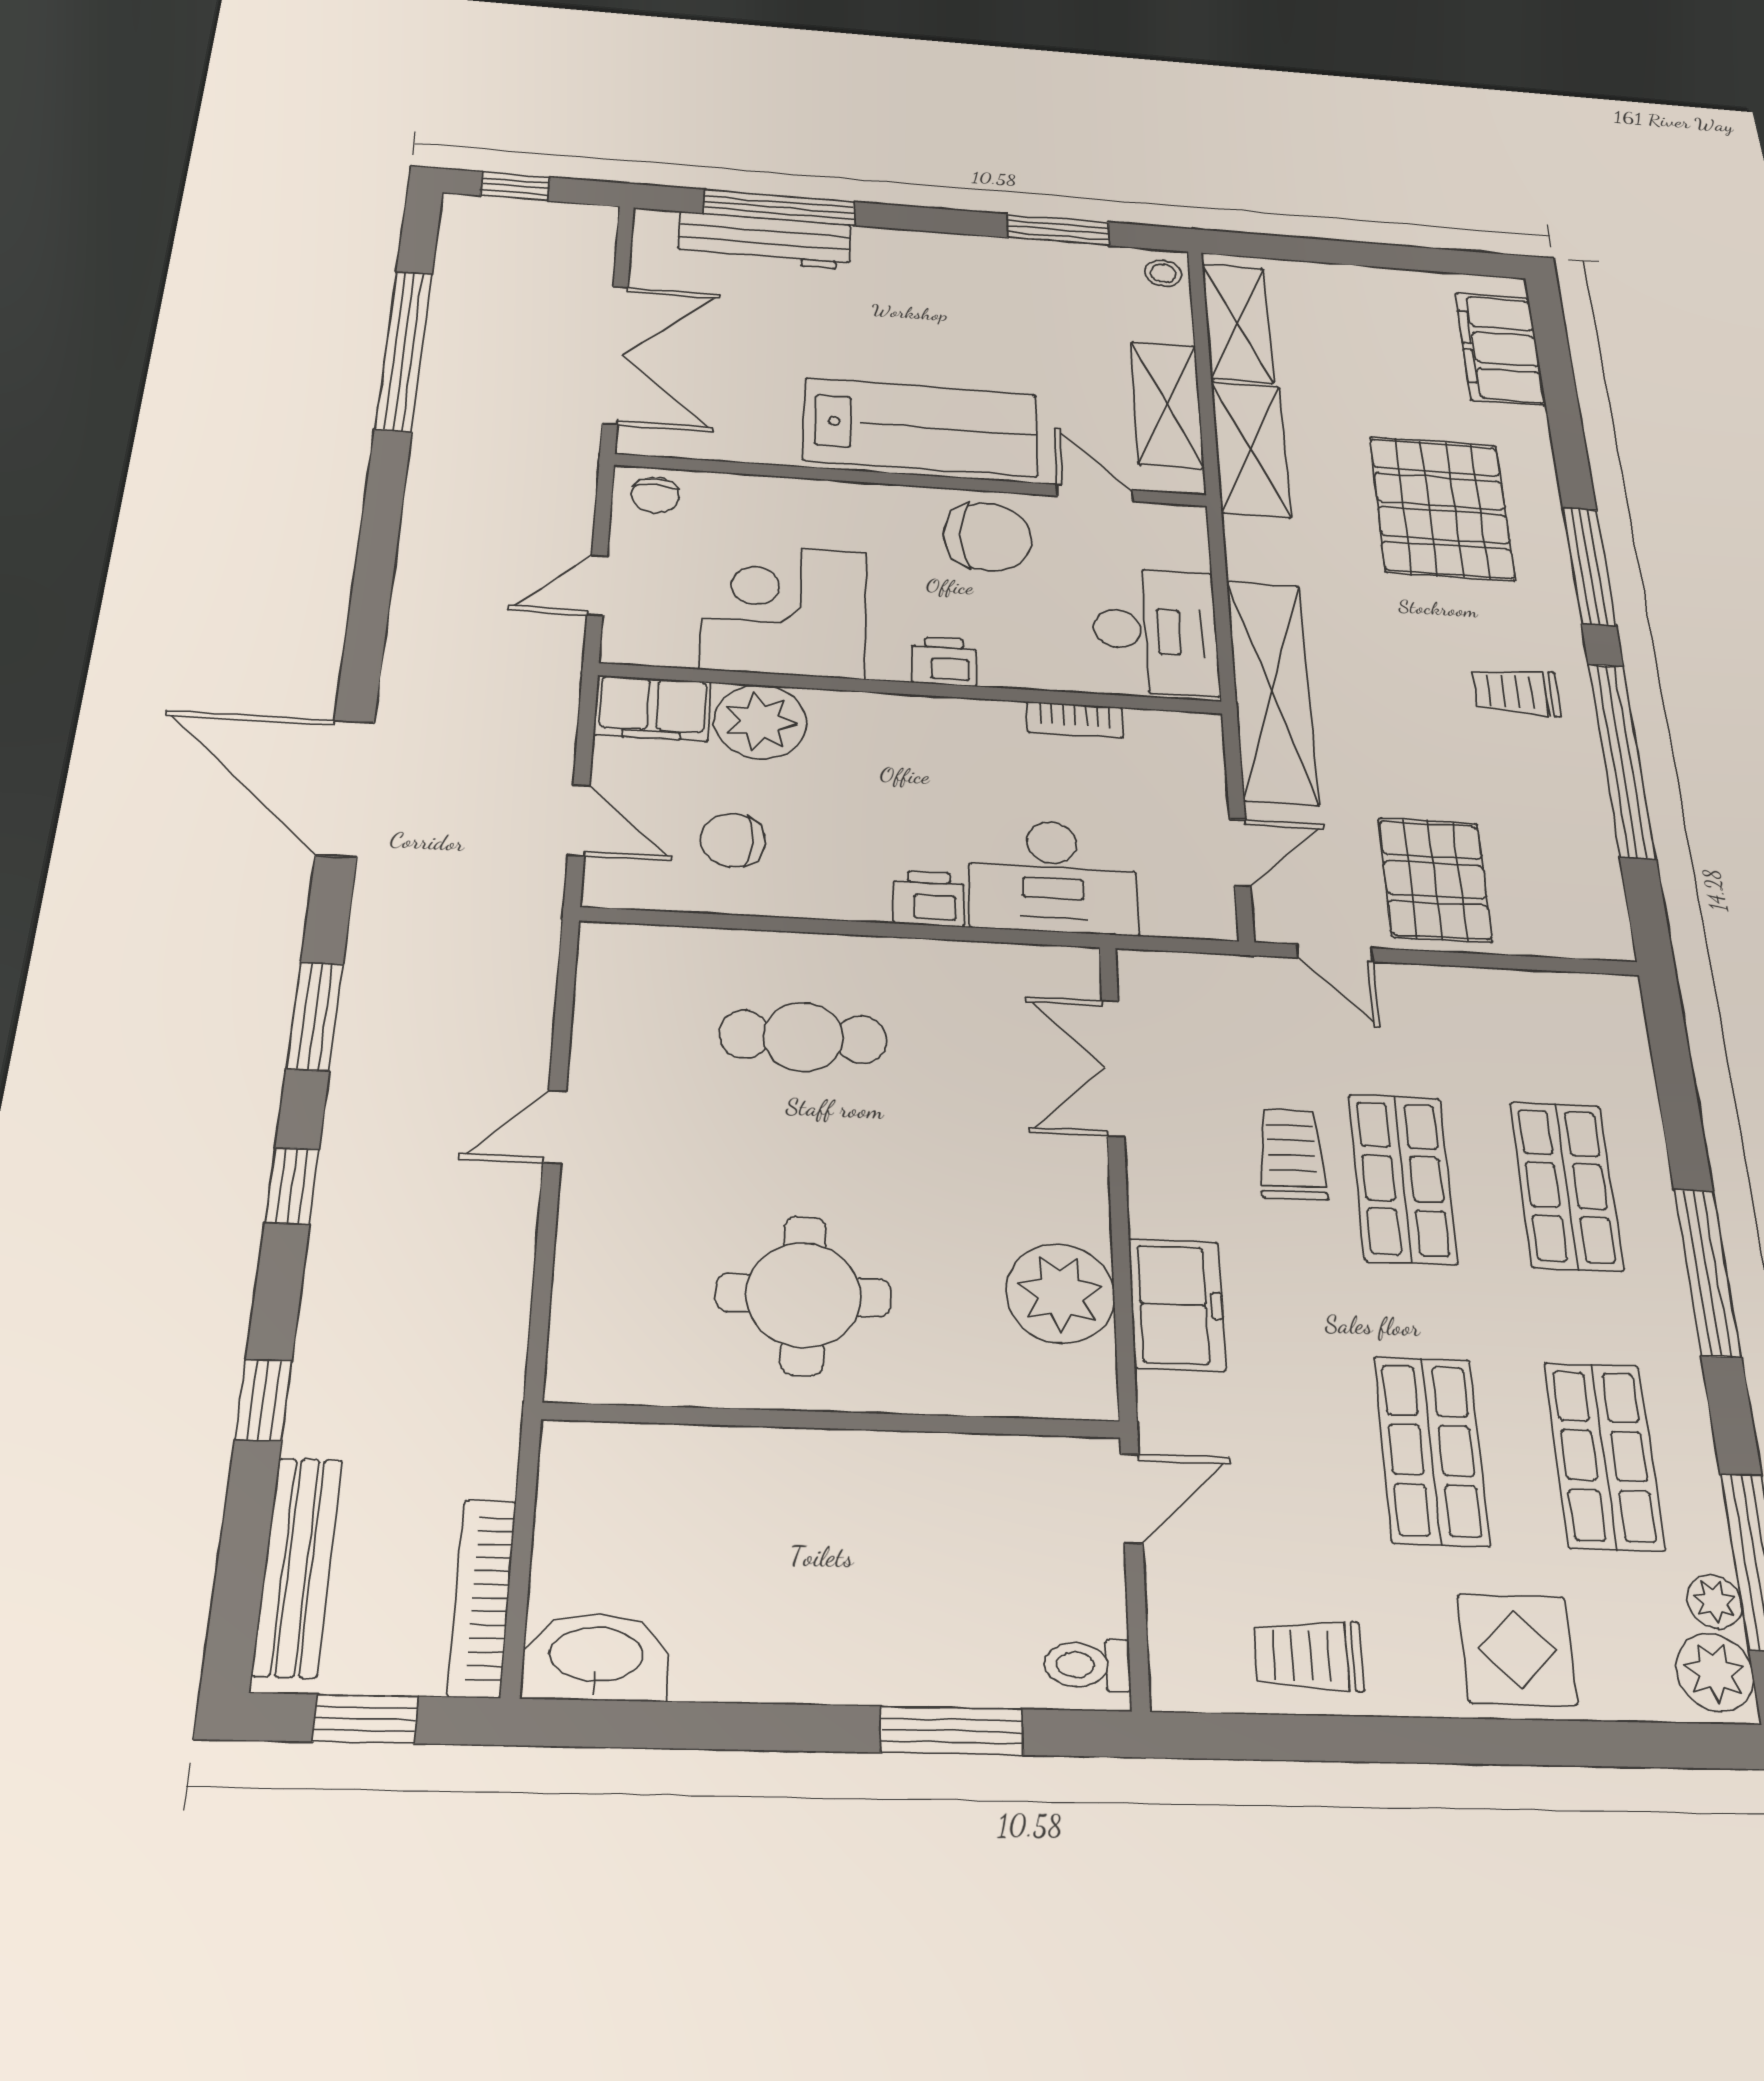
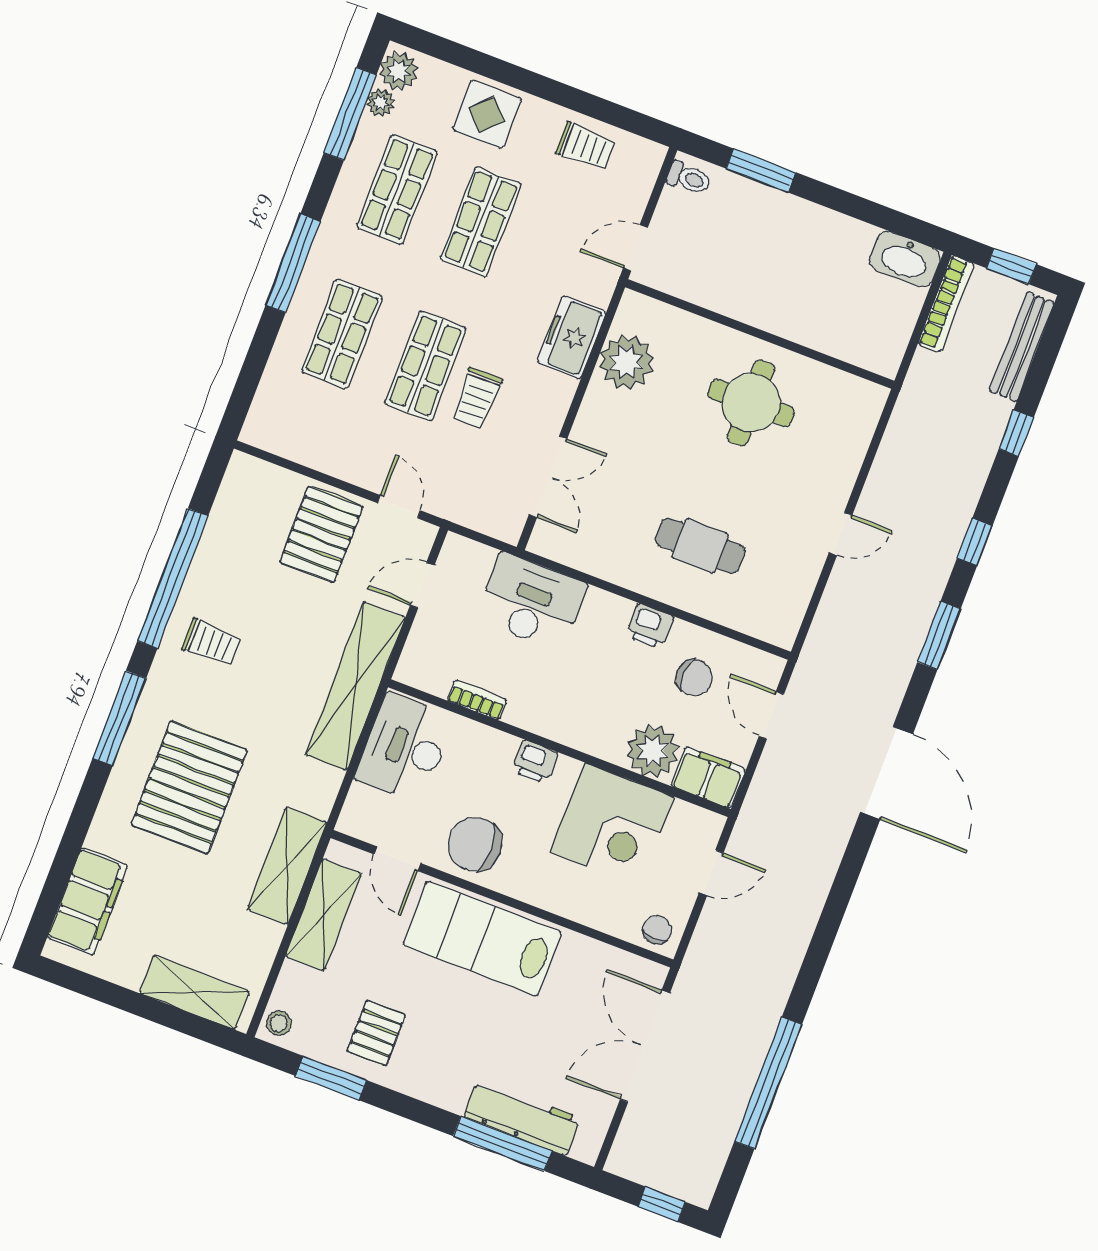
pallet: (1021, 290) -> (376, 1033), added
shelving: (1238, 323) -> (194, 992), moved, turned 90
printer: (929, 898) -> (650, 626), moved

